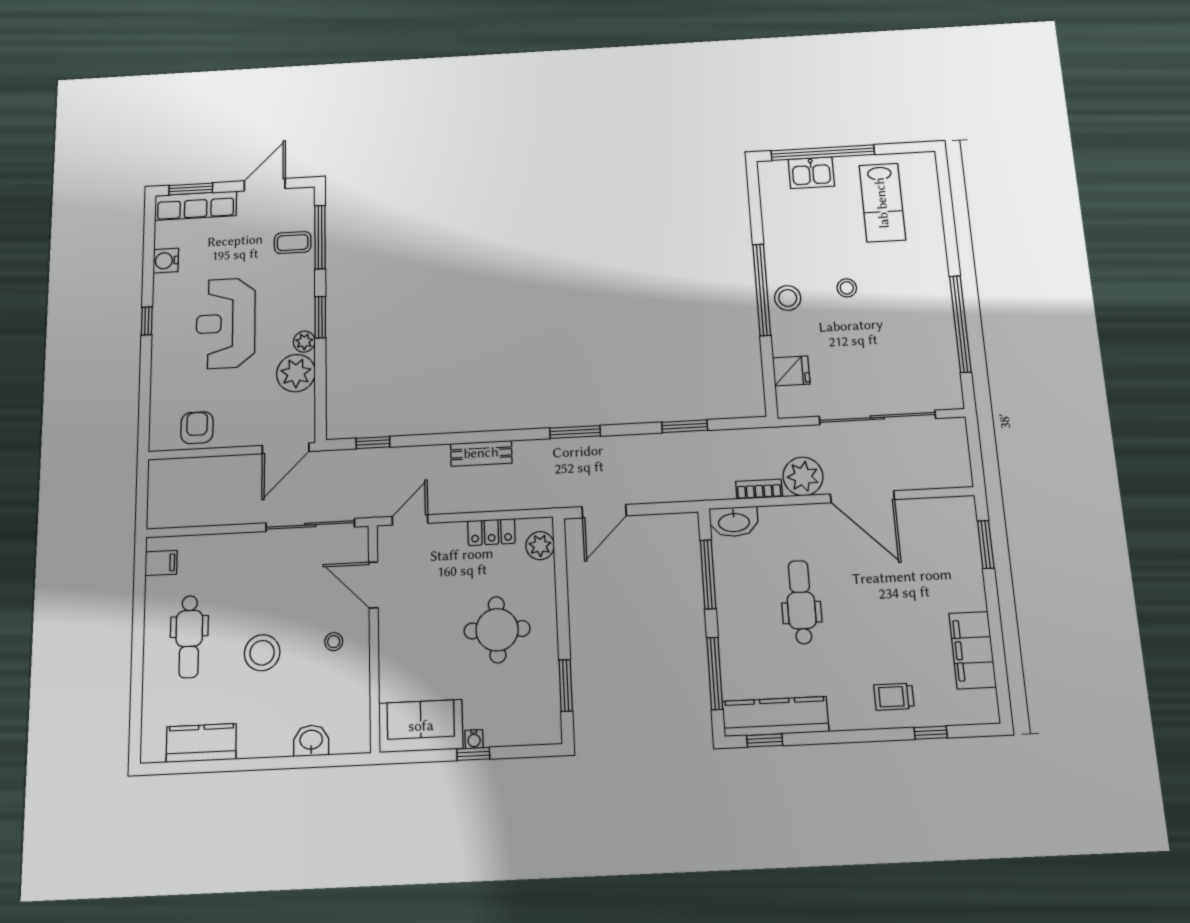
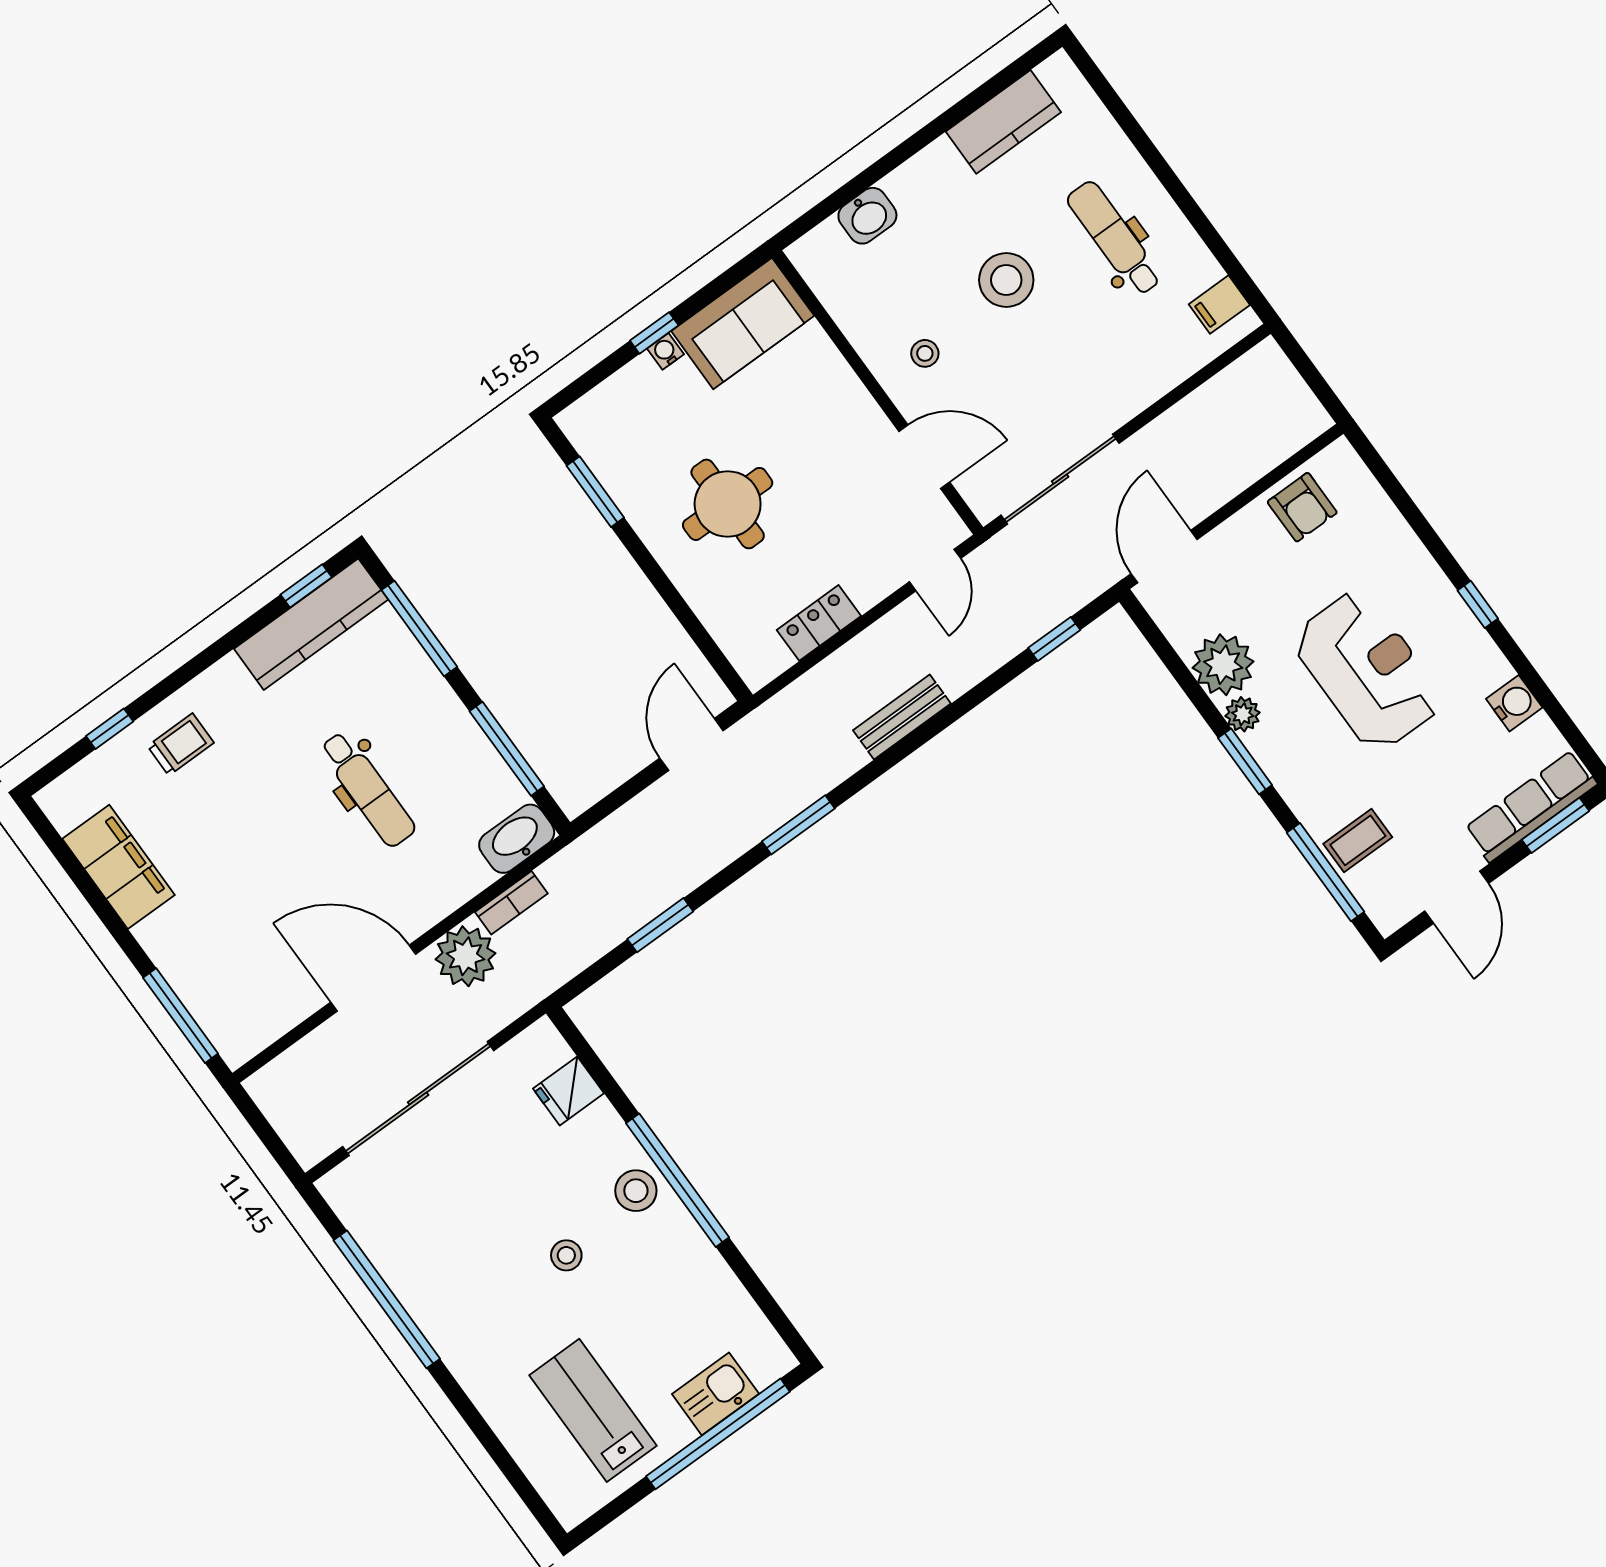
window: (986, 545) -> (181, 1016), width x1.44
plant: (540, 546) -> (745, 646), removed

